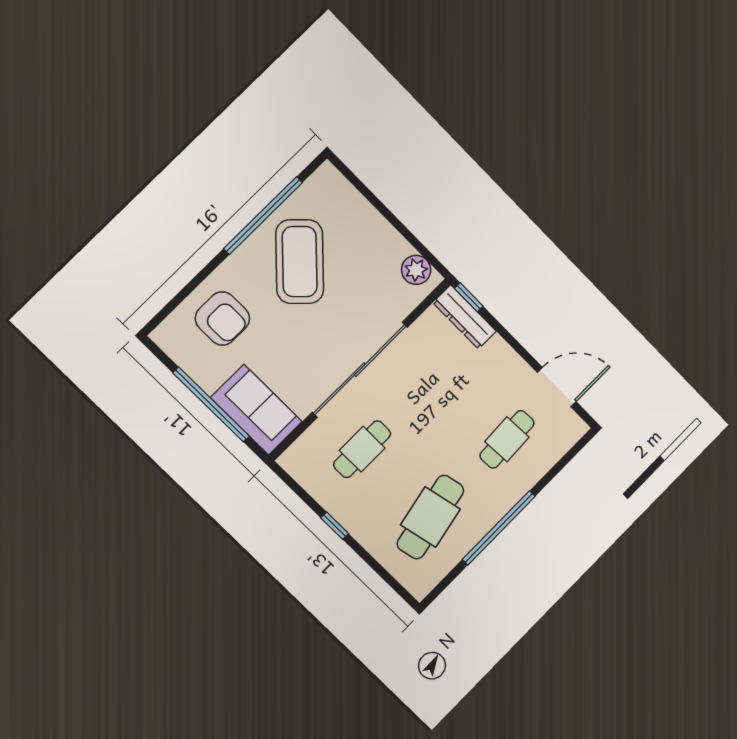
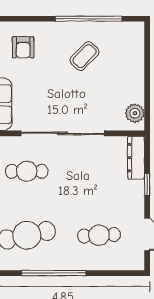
coffee table: (300, 262) -> (84, 56), width x0.54, depth x0.58
window: (469, 297) -> (147, 185), moved
armchair: (222, 319) -> (23, 47), width x0.72, depth x0.72

